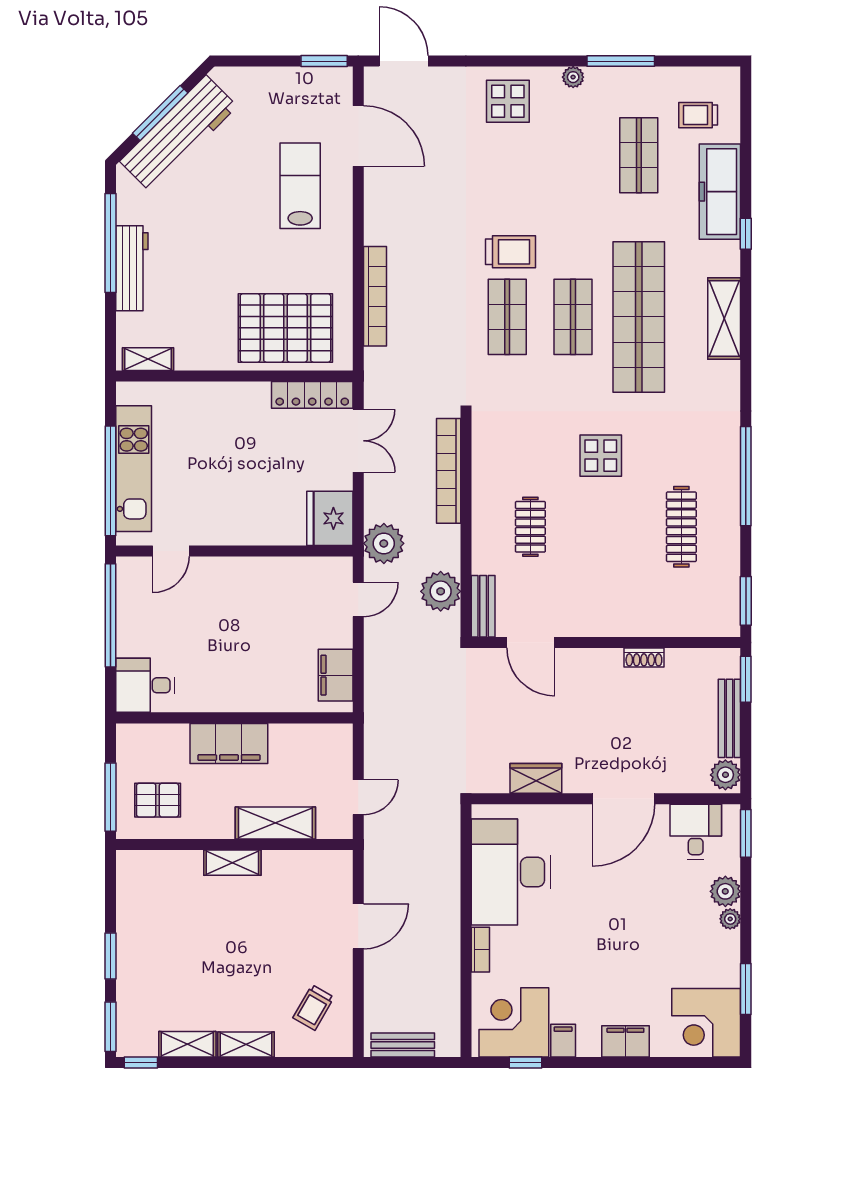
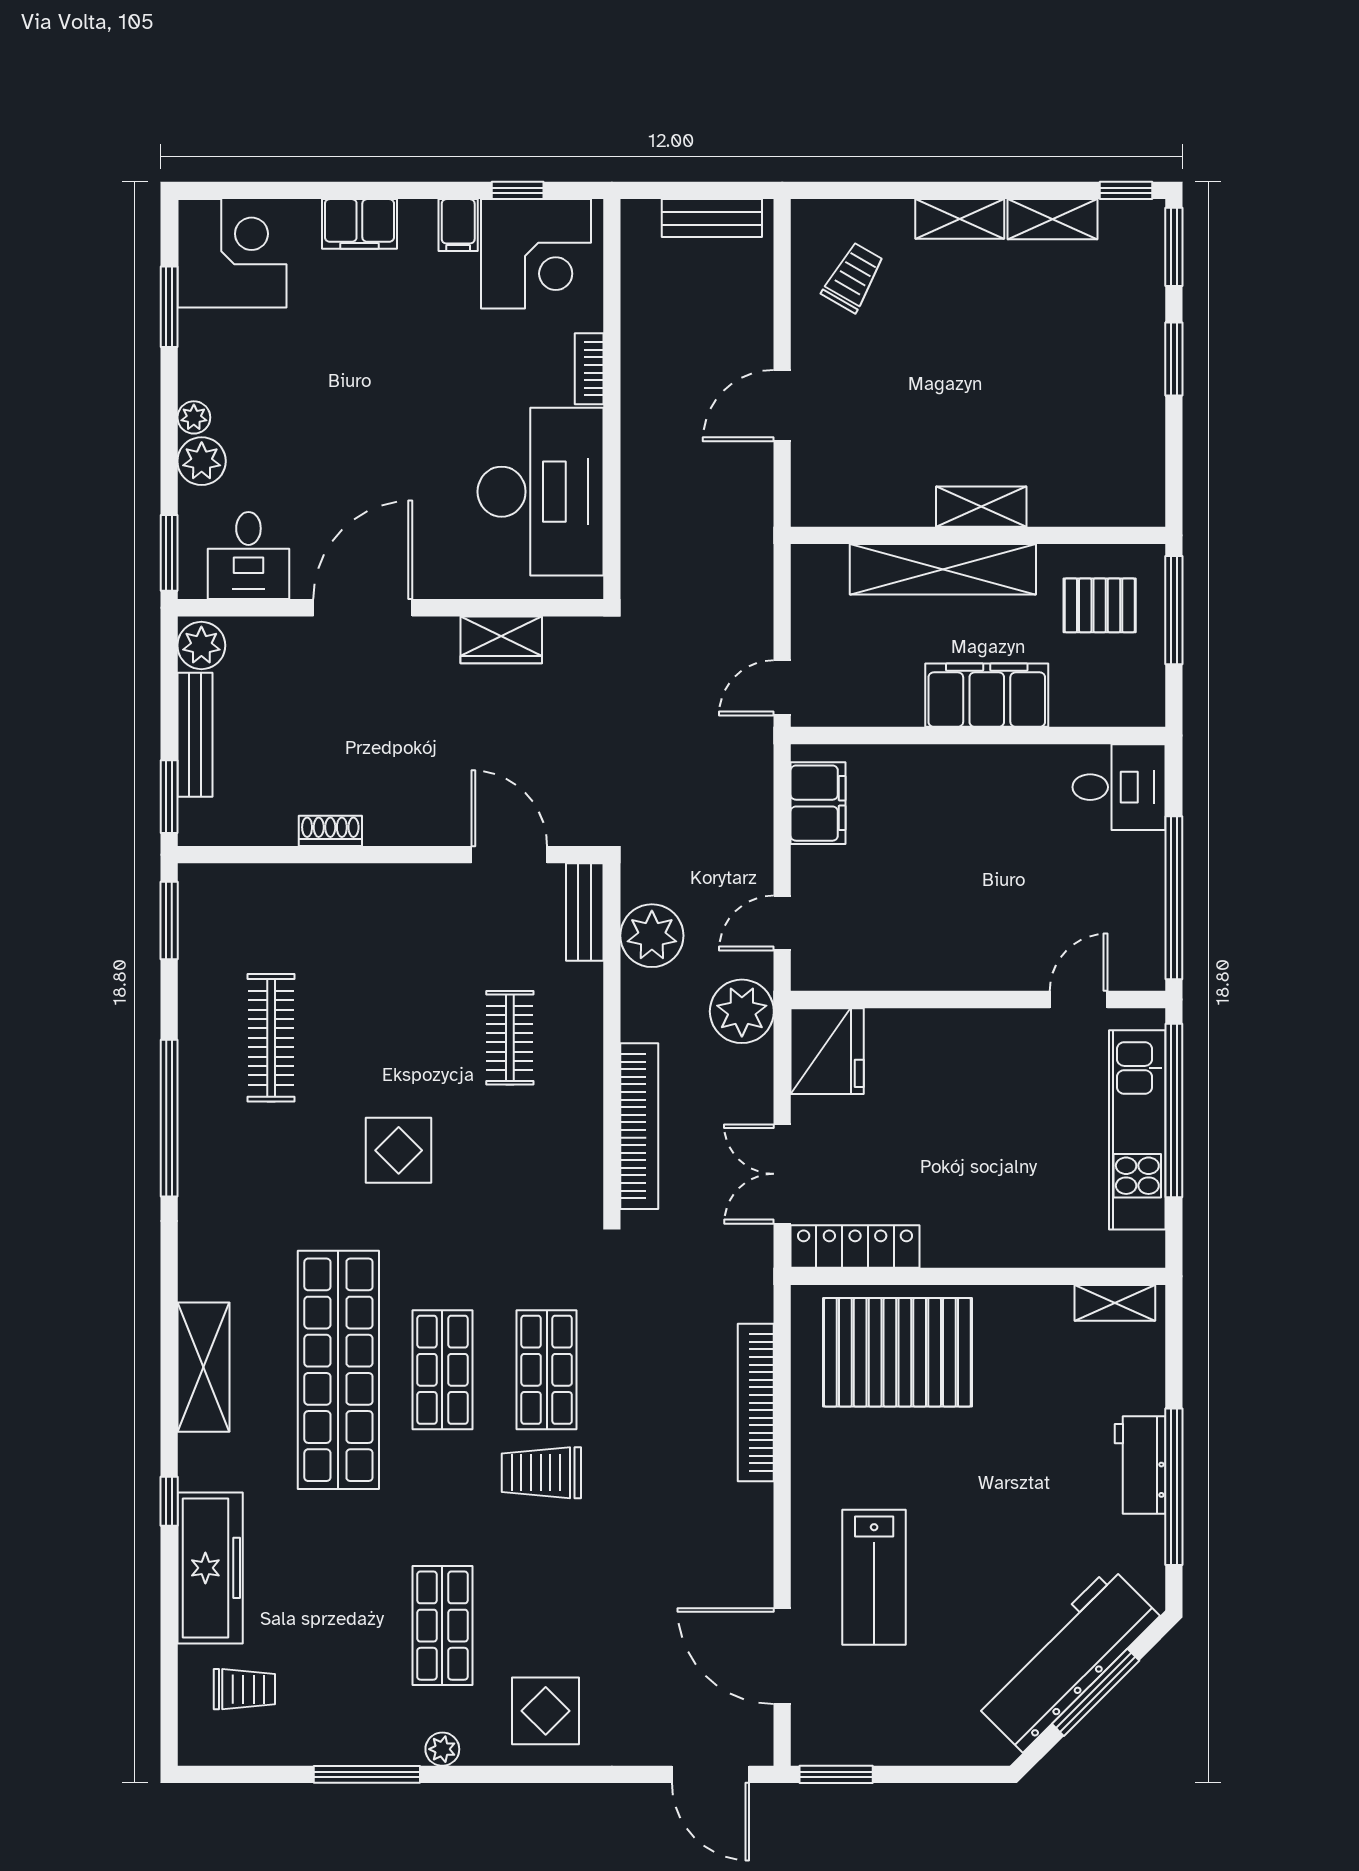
shop shelf: (639, 155) -> (442, 1626), moved
workbench: (132, 268) -> (1140, 1465), width x0.73
door: (358, 797) -> (782, 688), moved
shelving: (275, 823) -> (943, 569), width x1.47

